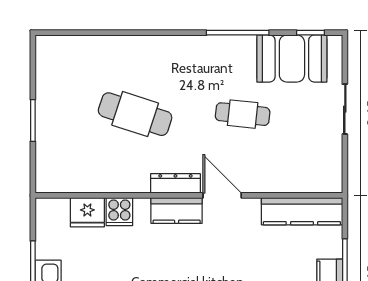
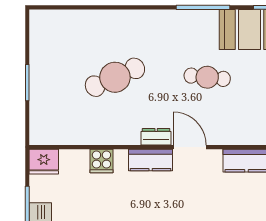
cafe table: (135, 114) -> (115, 77), turned -42
dresser: (175, 183) -> (156, 137), width x0.70
fridge: (87, 212) -> (44, 162), moved

